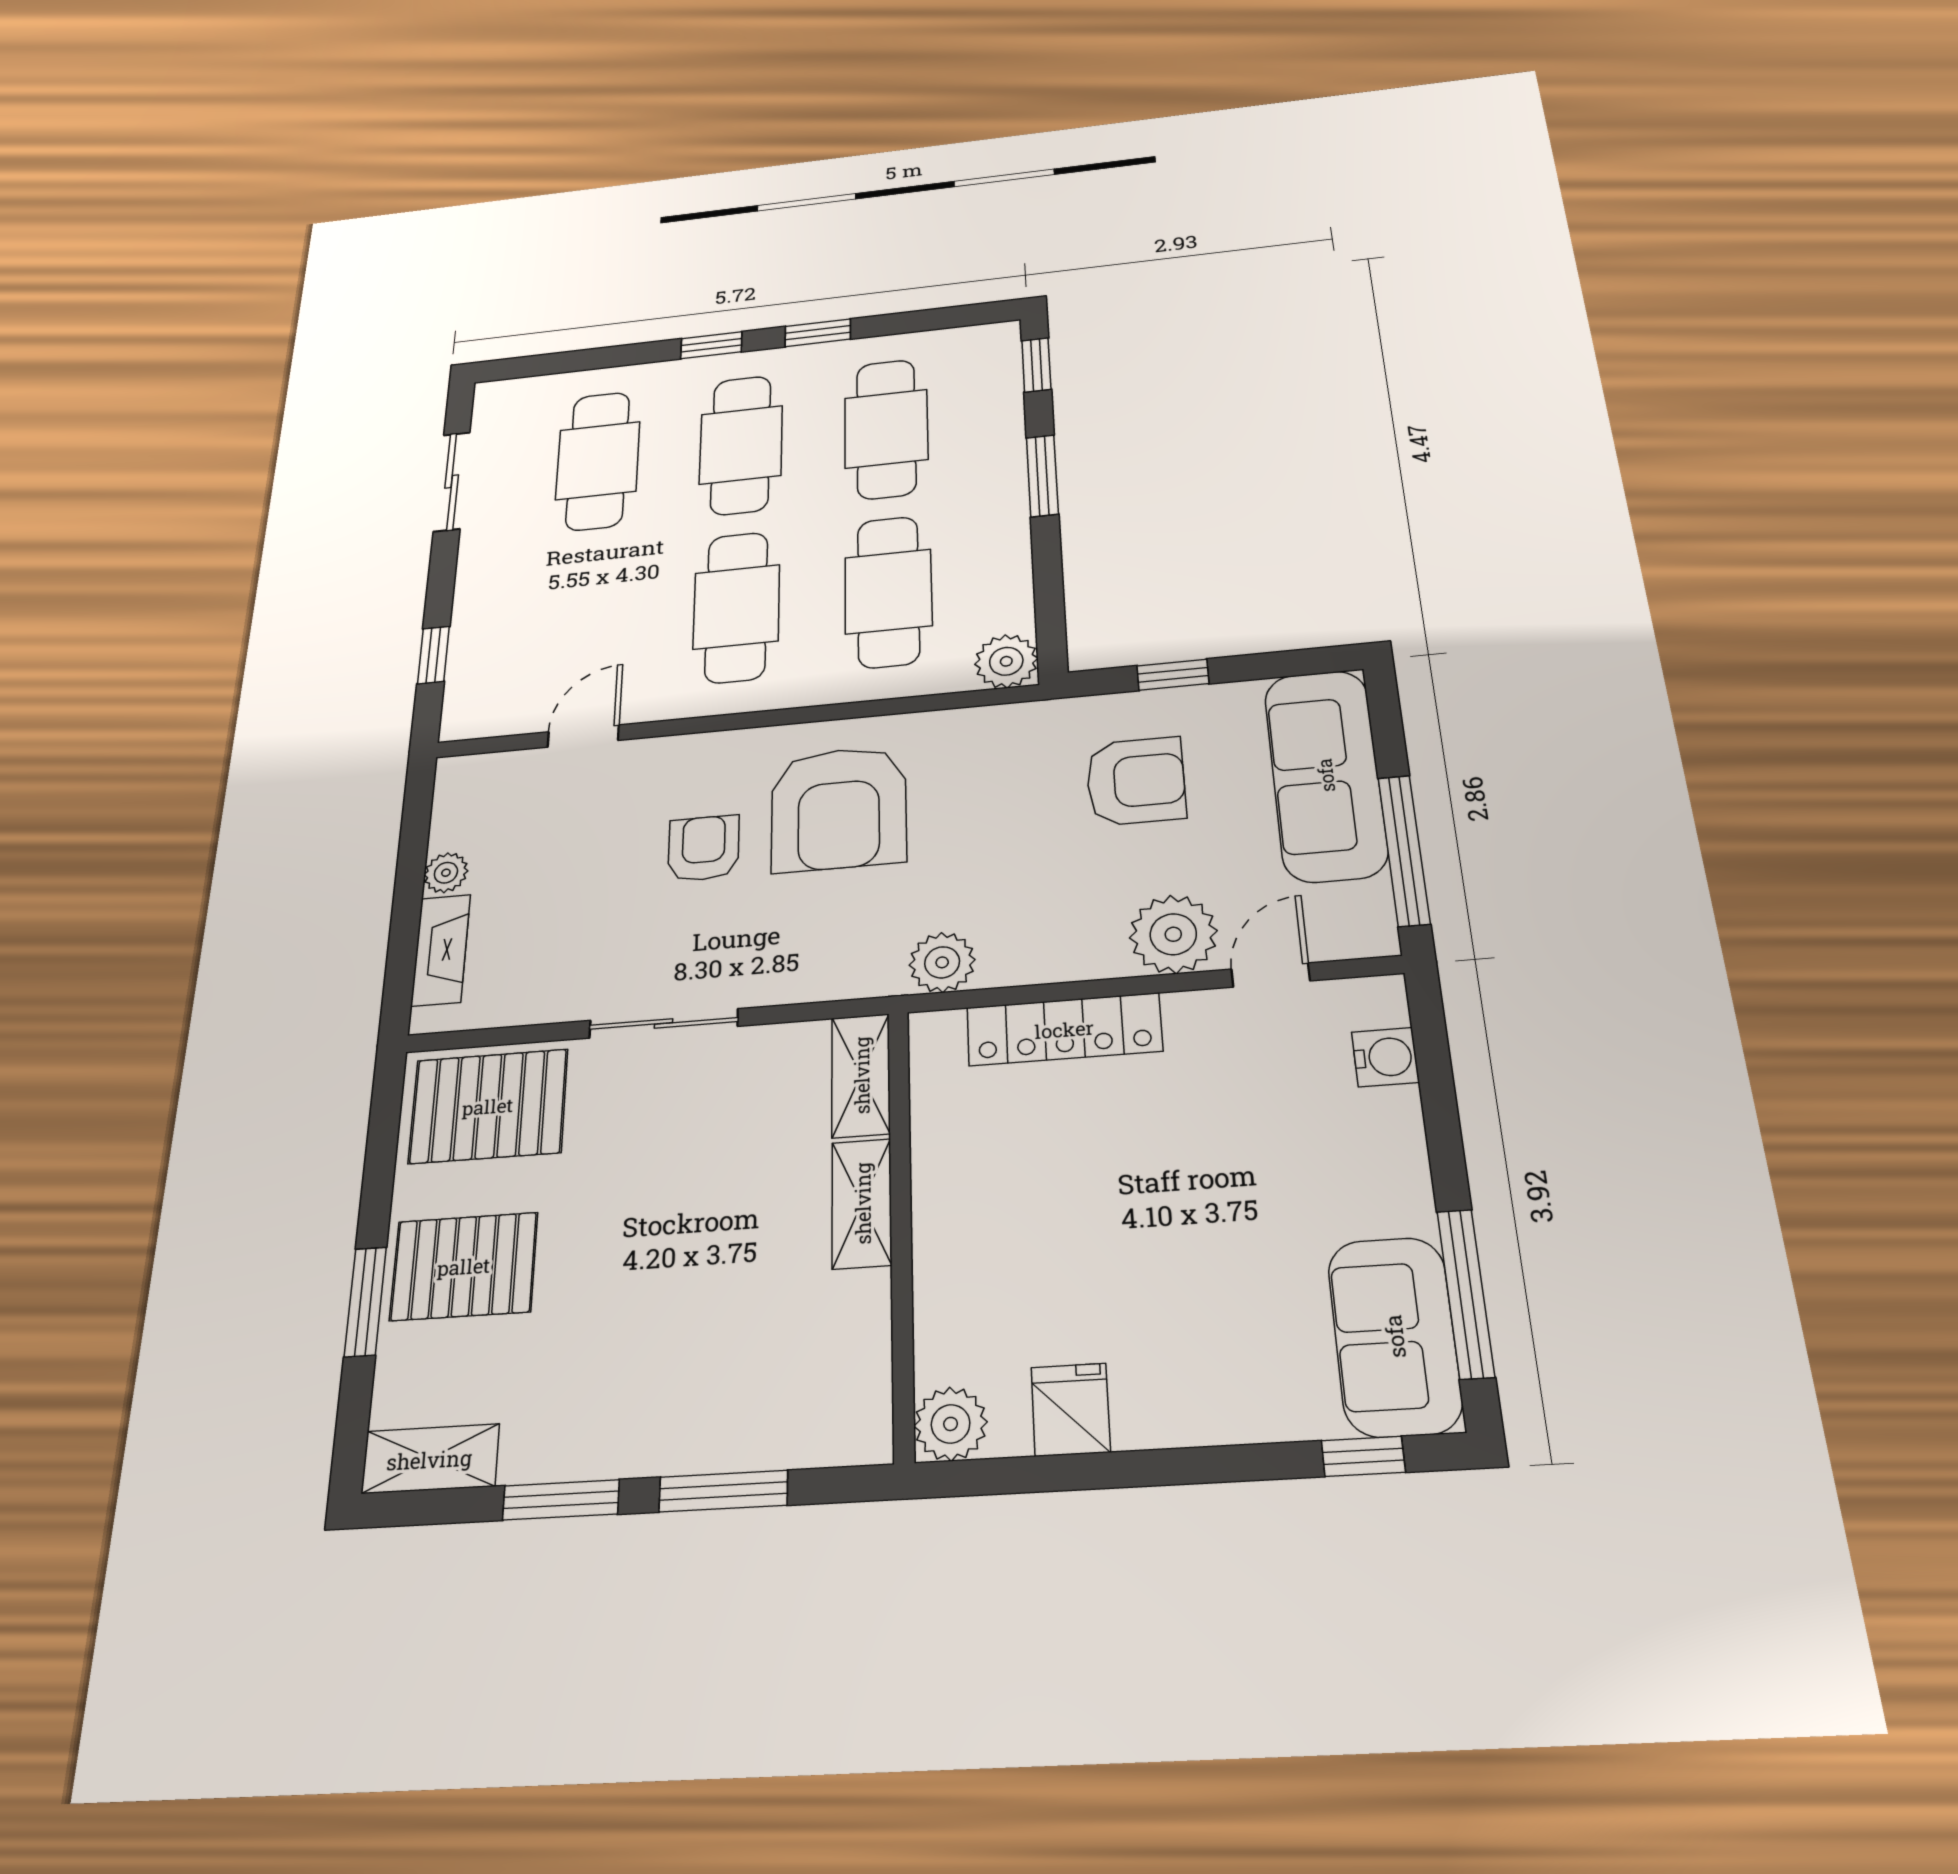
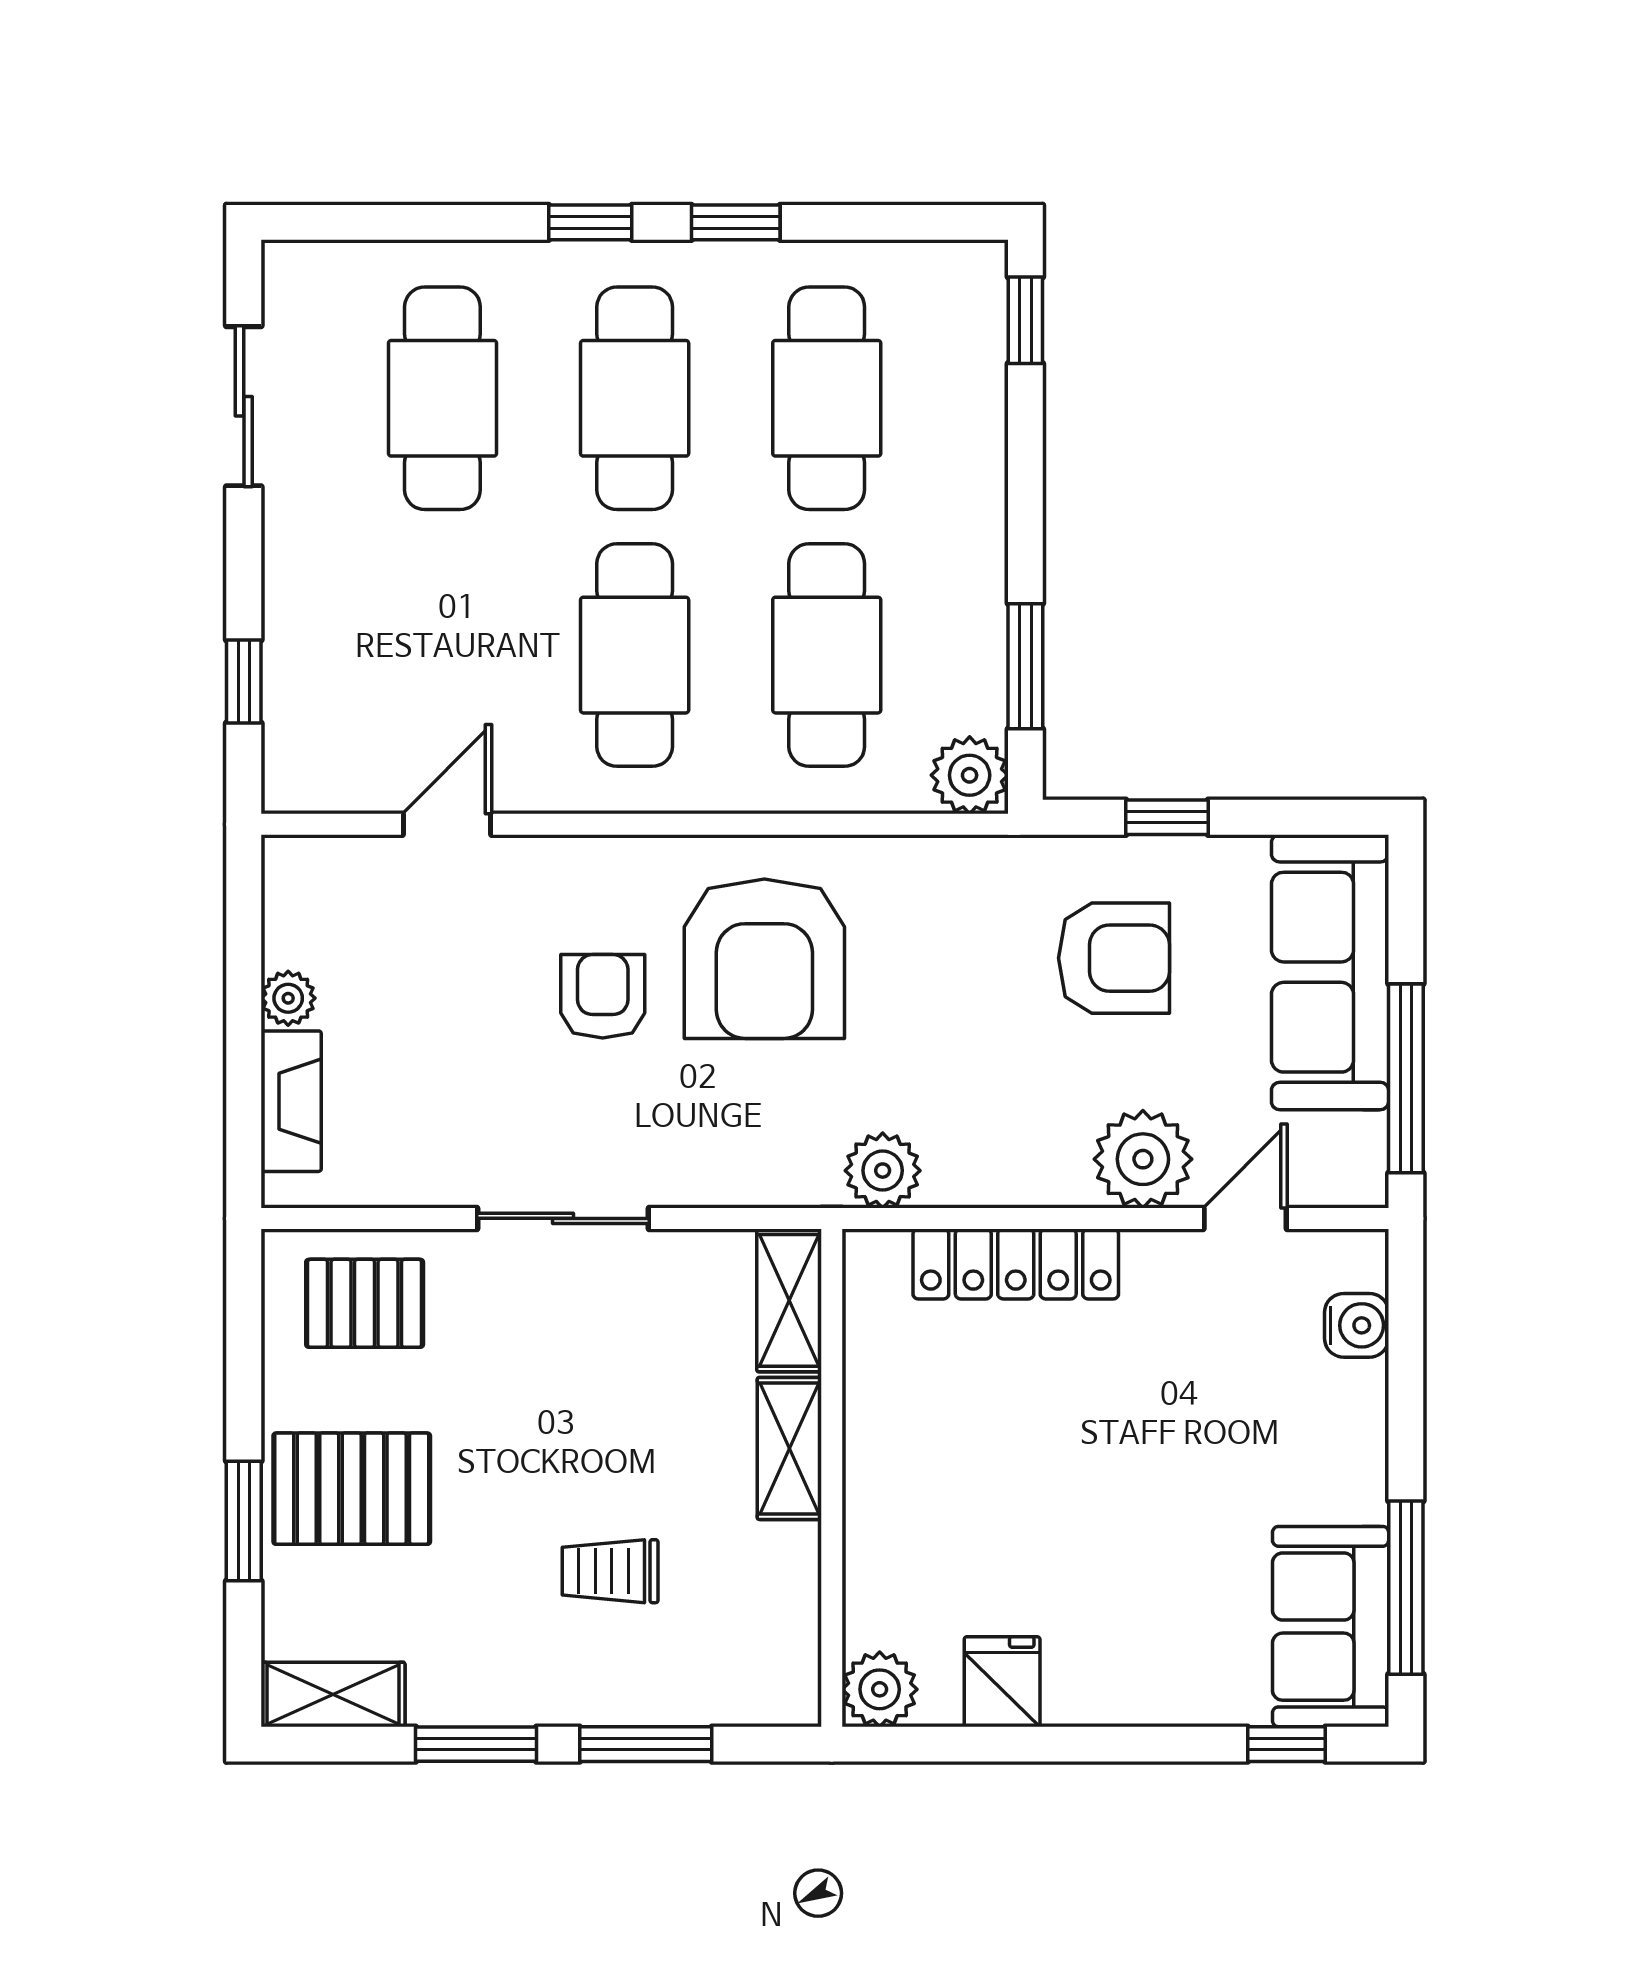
window: (1042, 476) -> (1025, 666), moved
pallet: (488, 1106) -> (365, 1303), width x0.67, depth x0.71
trolley: (694, 1326) -> (610, 1571), added

